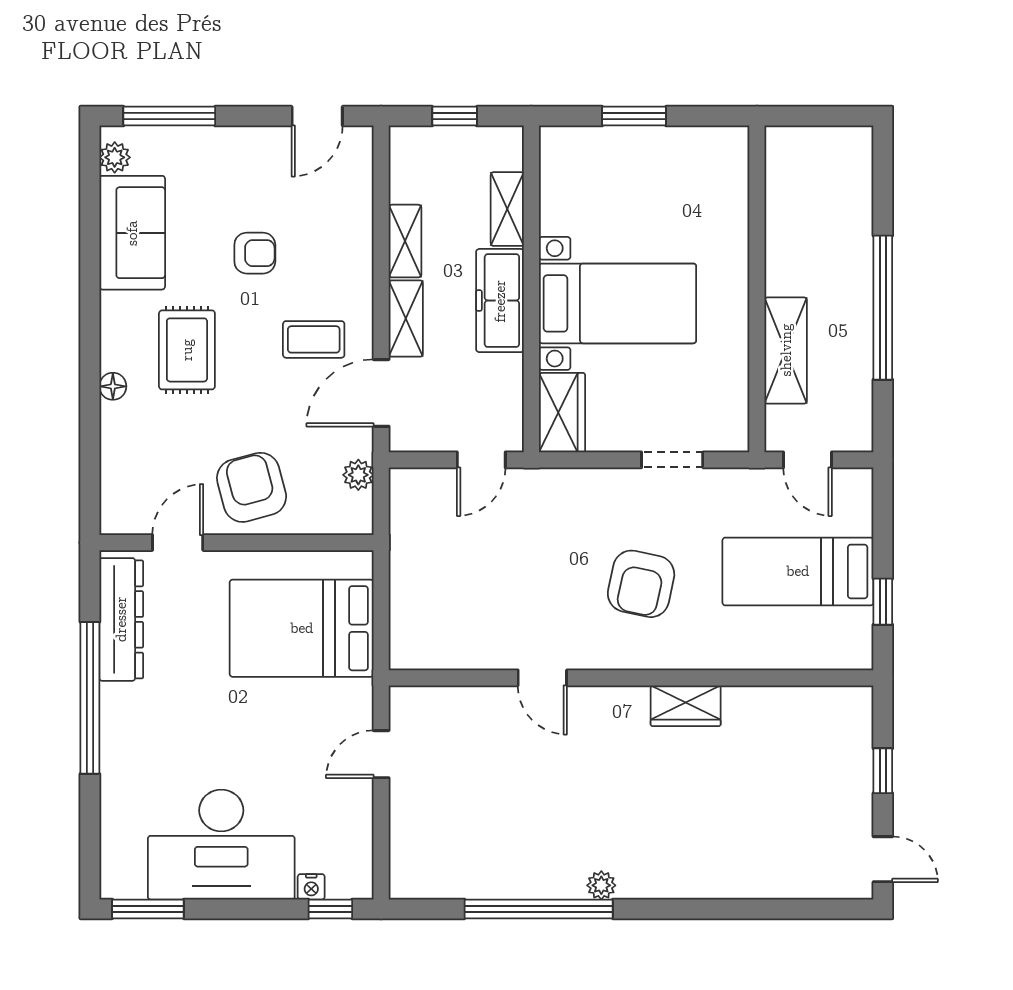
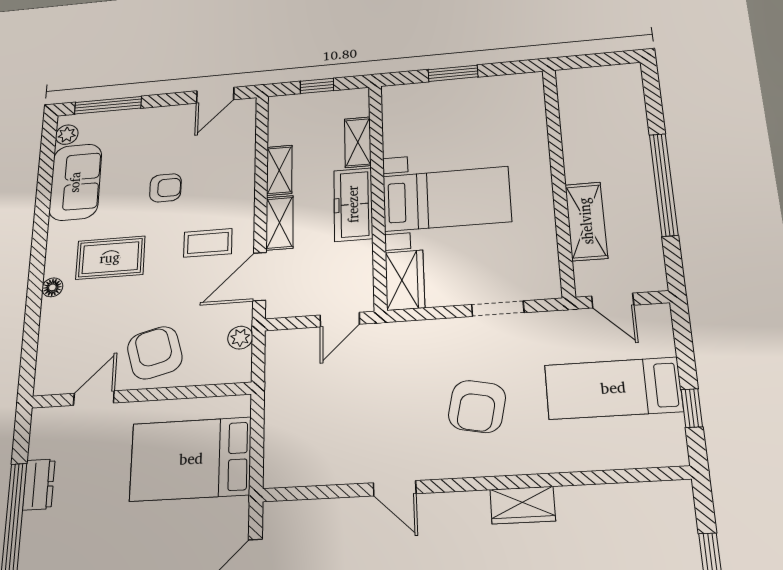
rug: (187, 350) -> (110, 258), turned 90
dresser: (121, 619) -> (39, 484), width x0.51, depth x0.80

